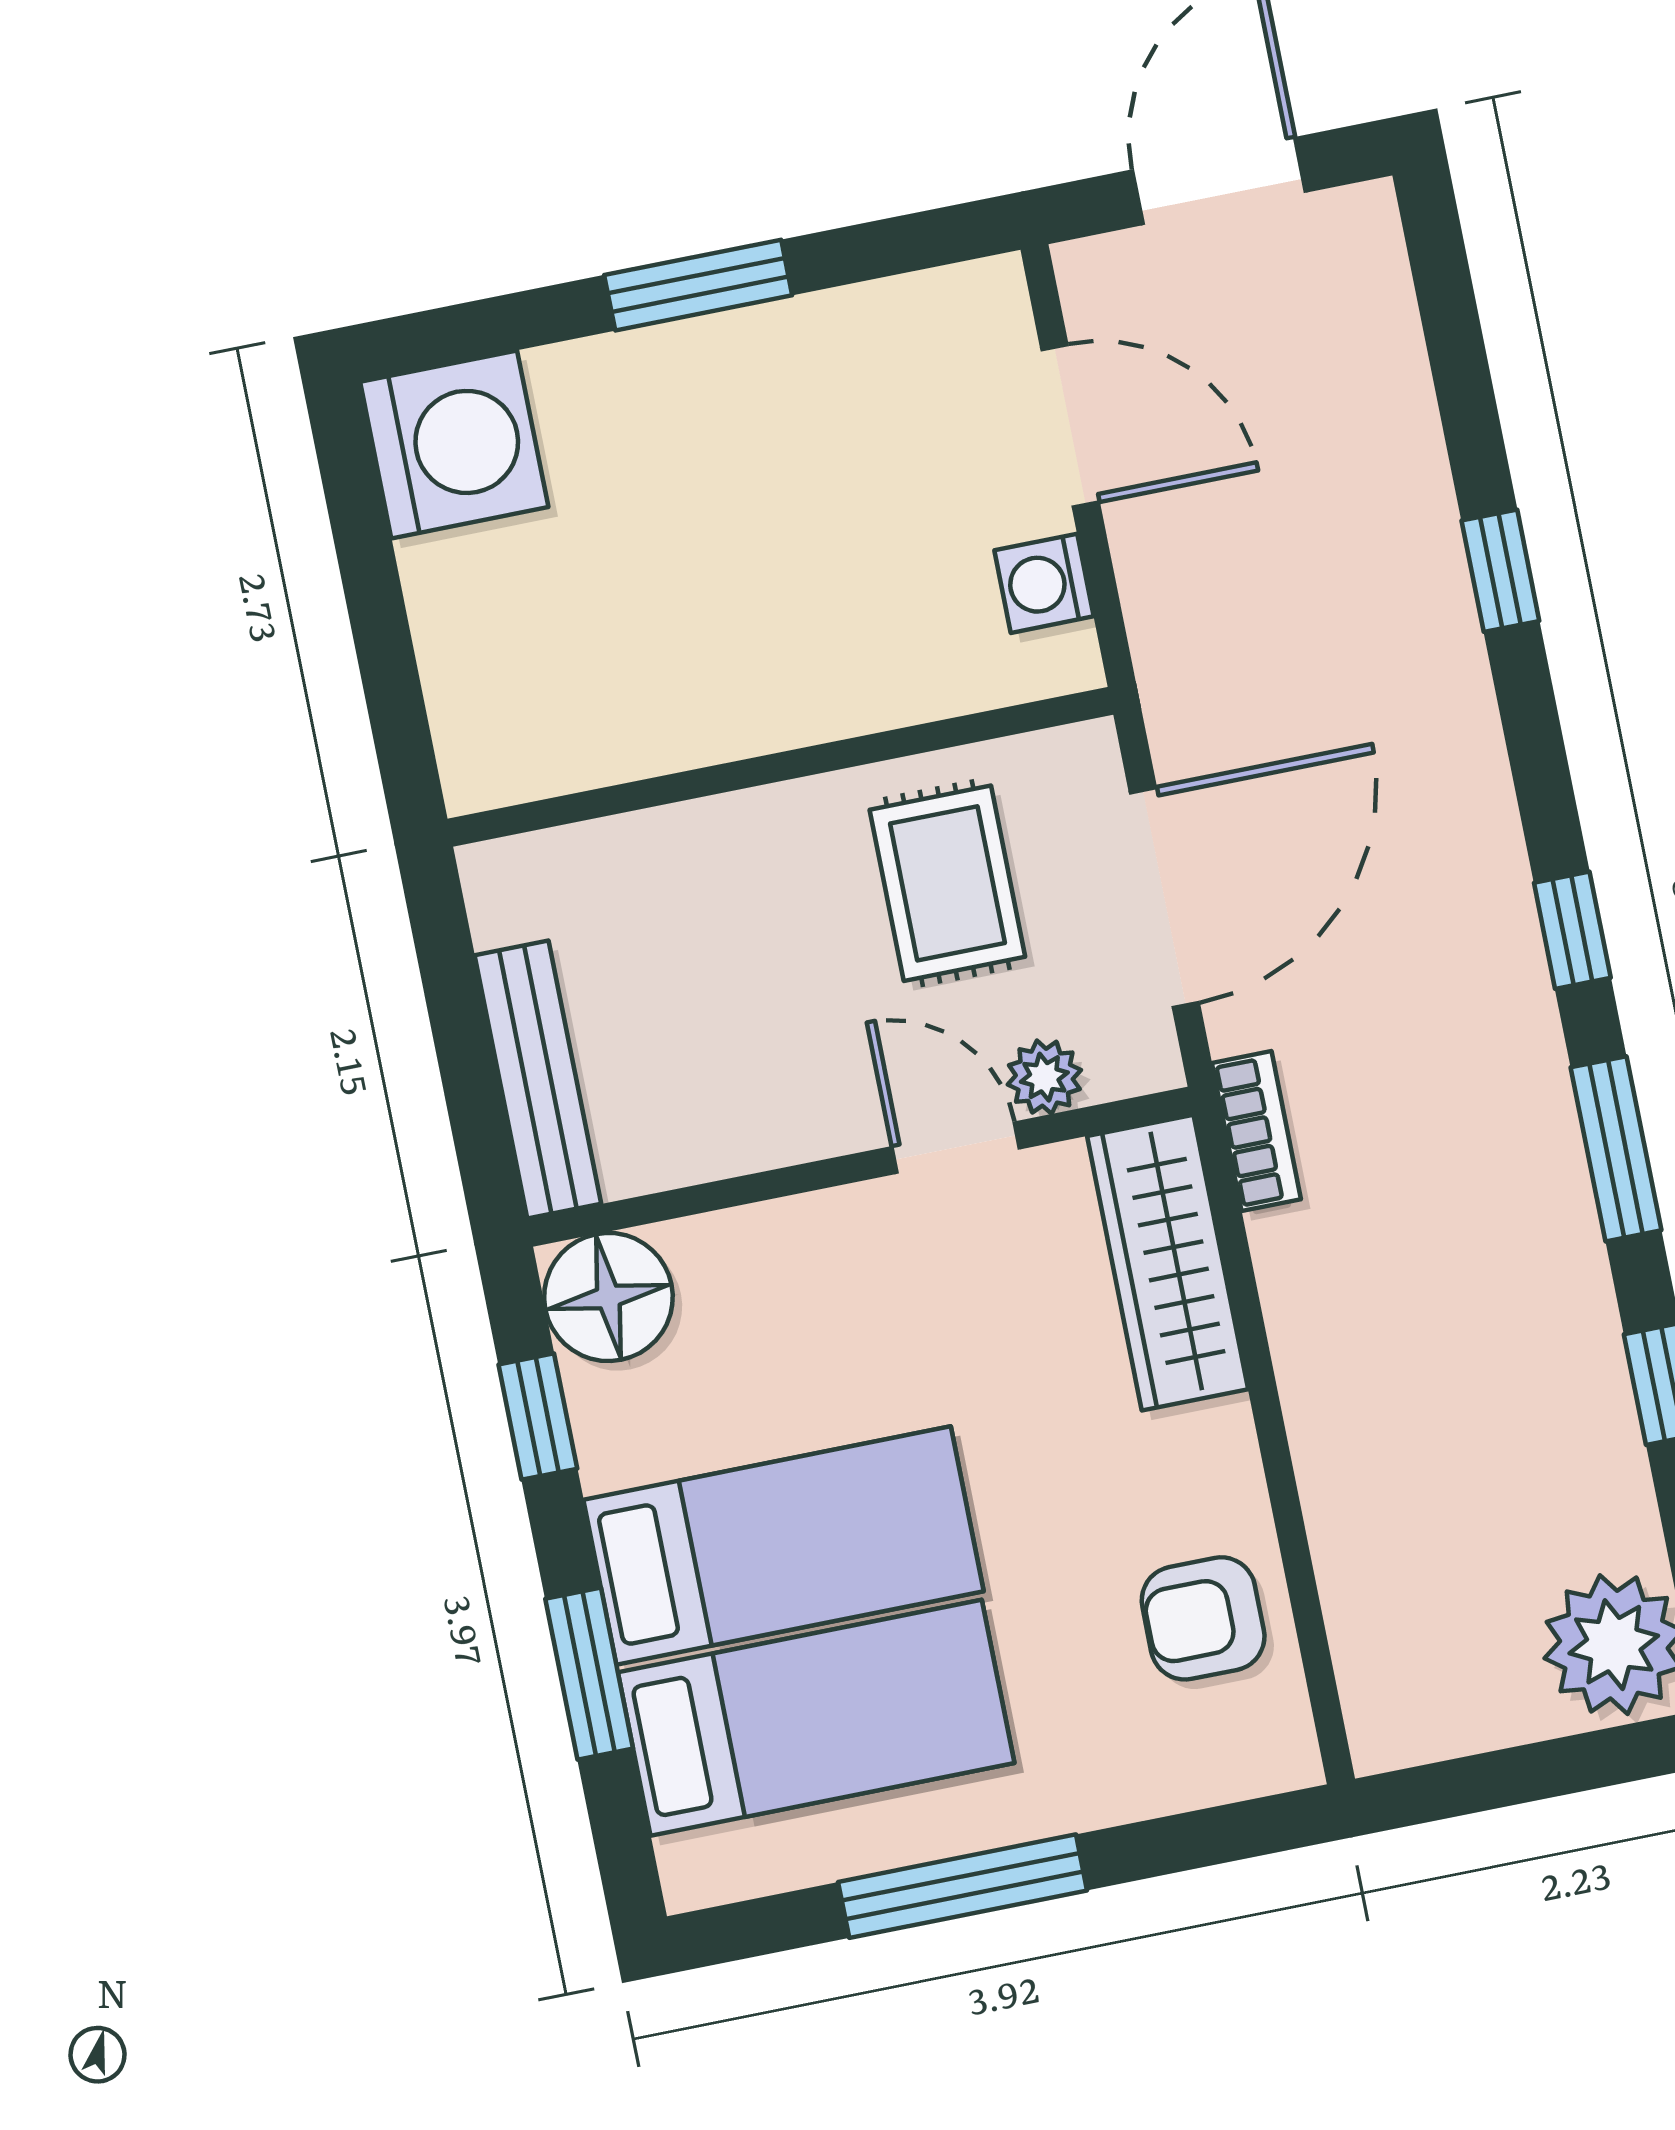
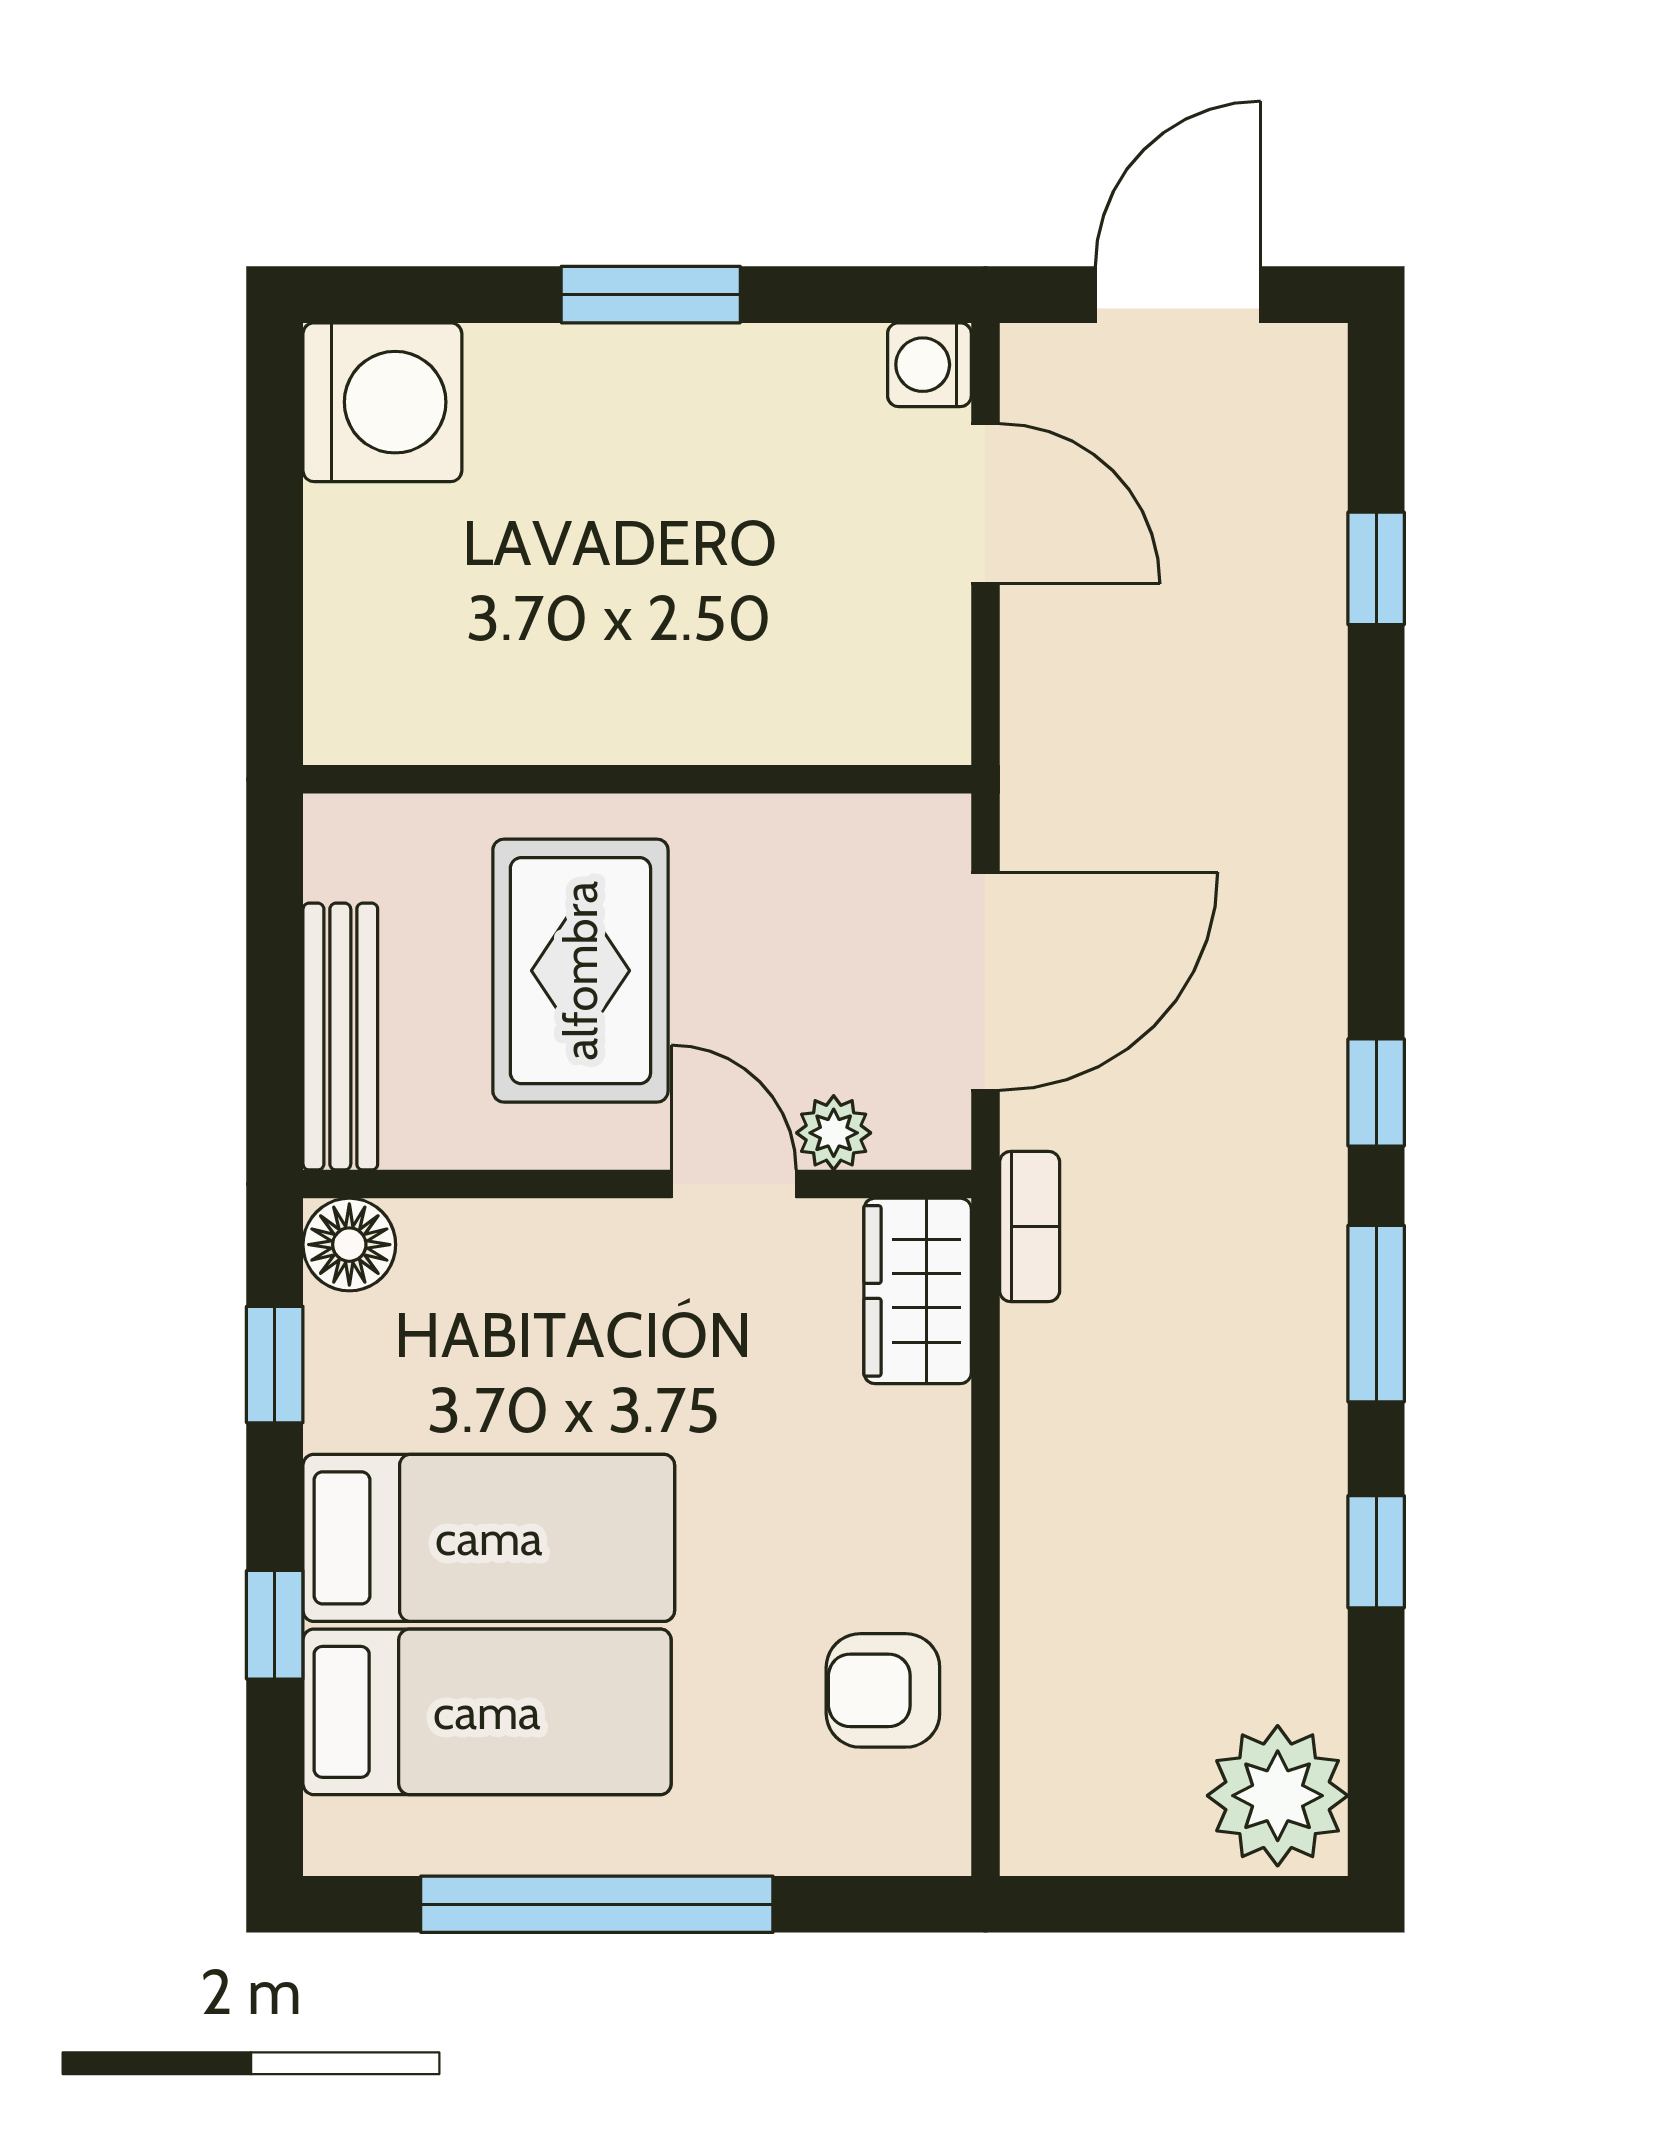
window: (1500, 571) -> (1376, 568), moved
washing machine: (1044, 583) -> (929, 365), moved
rug: (947, 883) -> (580, 971), moved, width x1.36, depth x1.43
wardrobe: (1168, 1263) -> (918, 1291), width x0.67
floor lamp: (608, 1297) -> (349, 1245), width x0.73, depth x0.73
window: (589, 1674) -> (275, 1625), width x0.67
window: (963, 1886) -> (597, 1904), width x1.46

